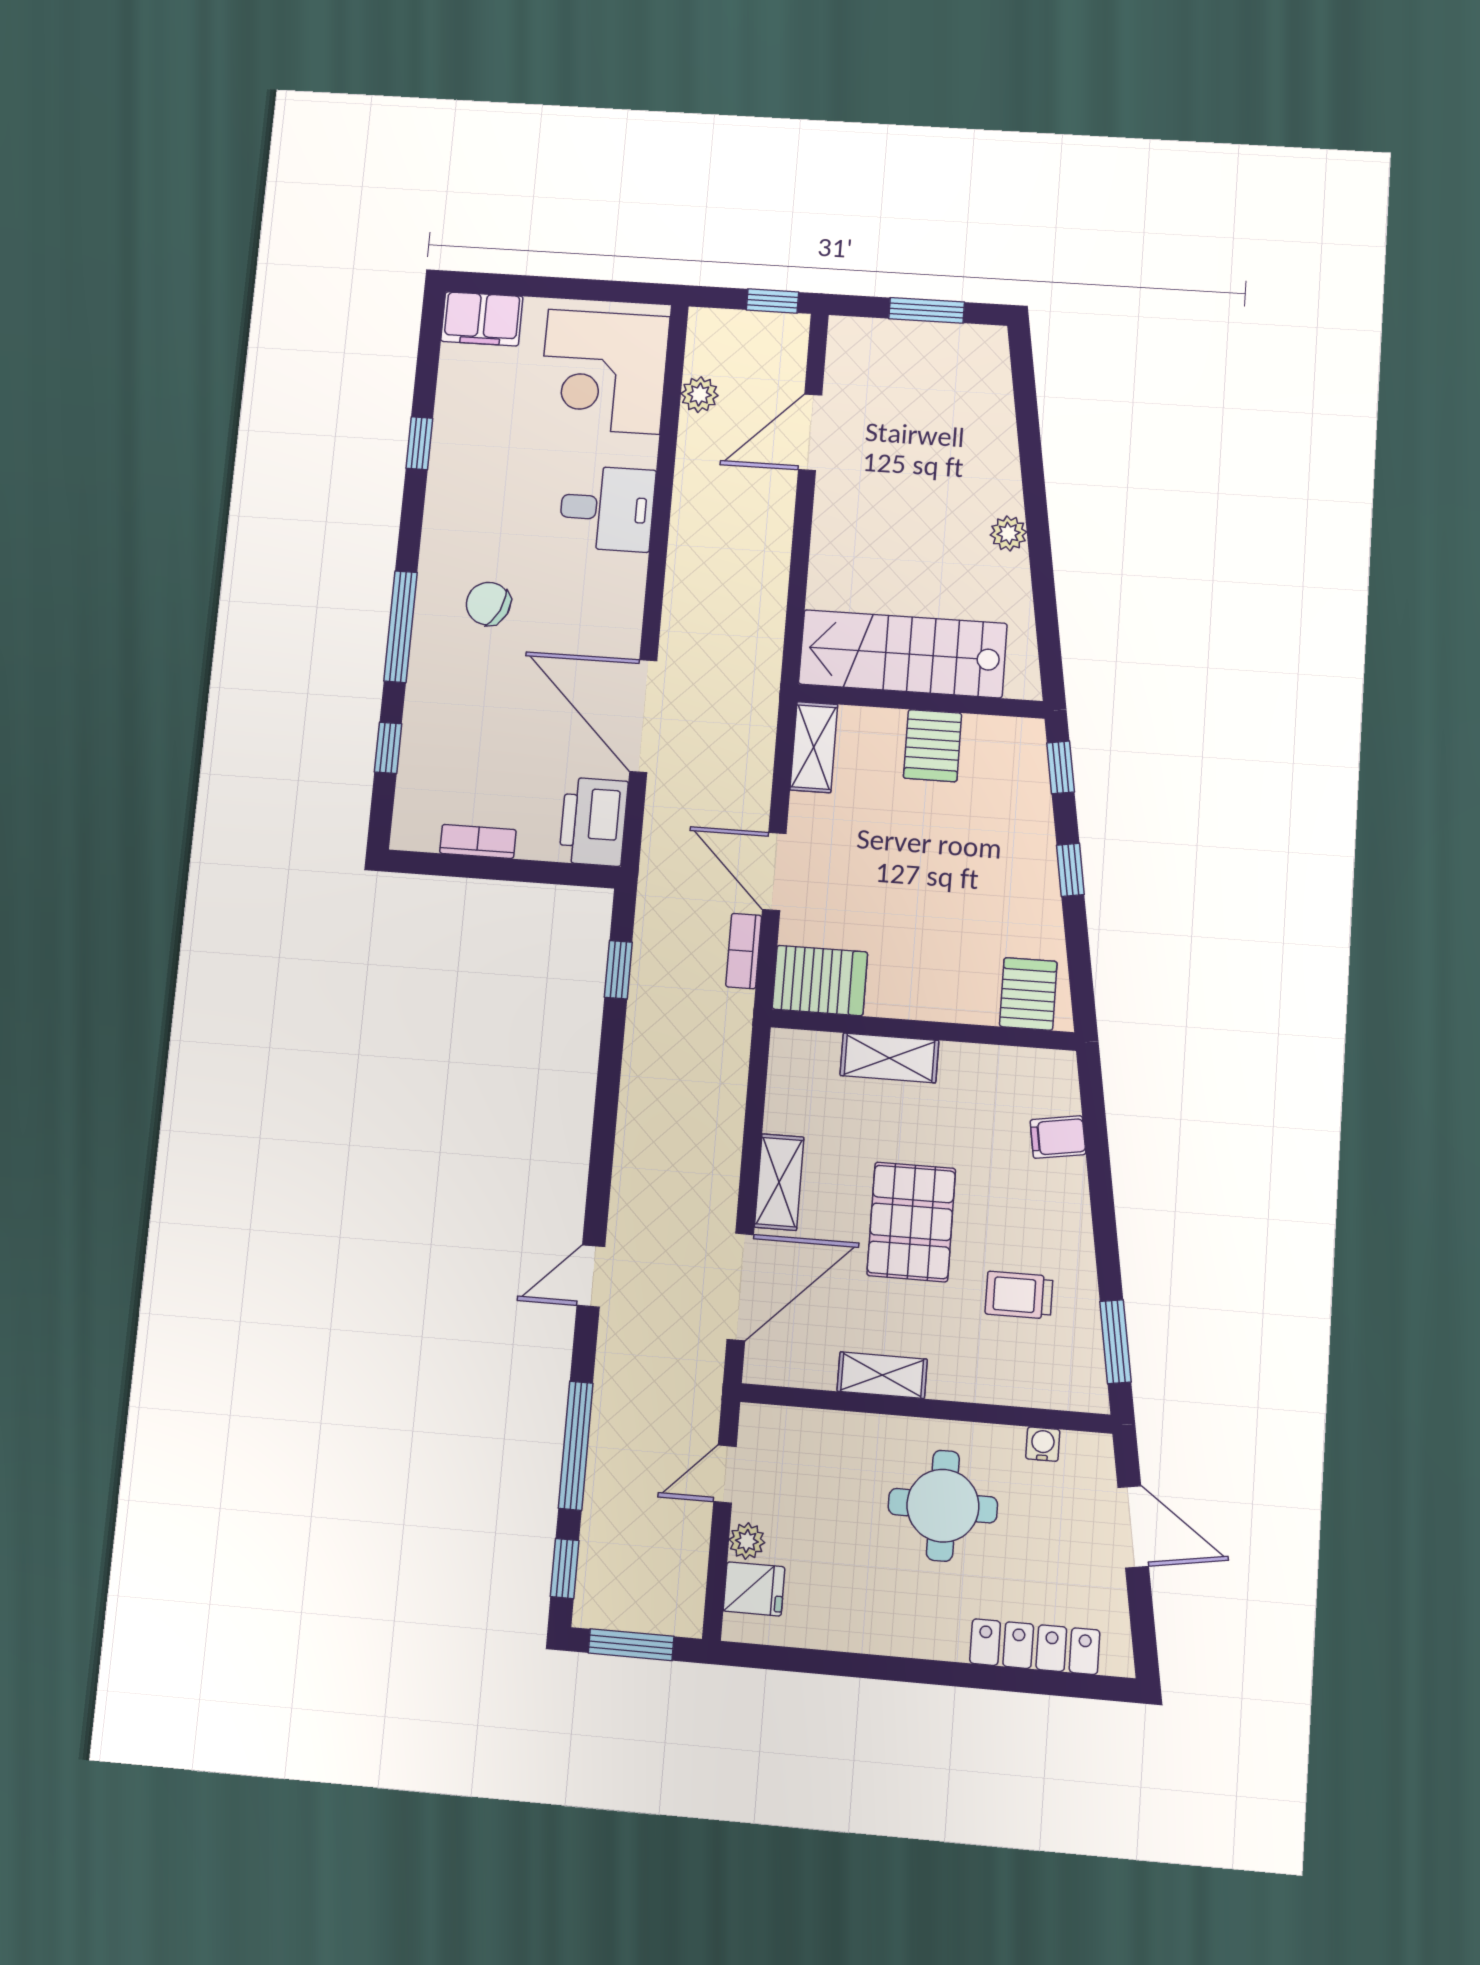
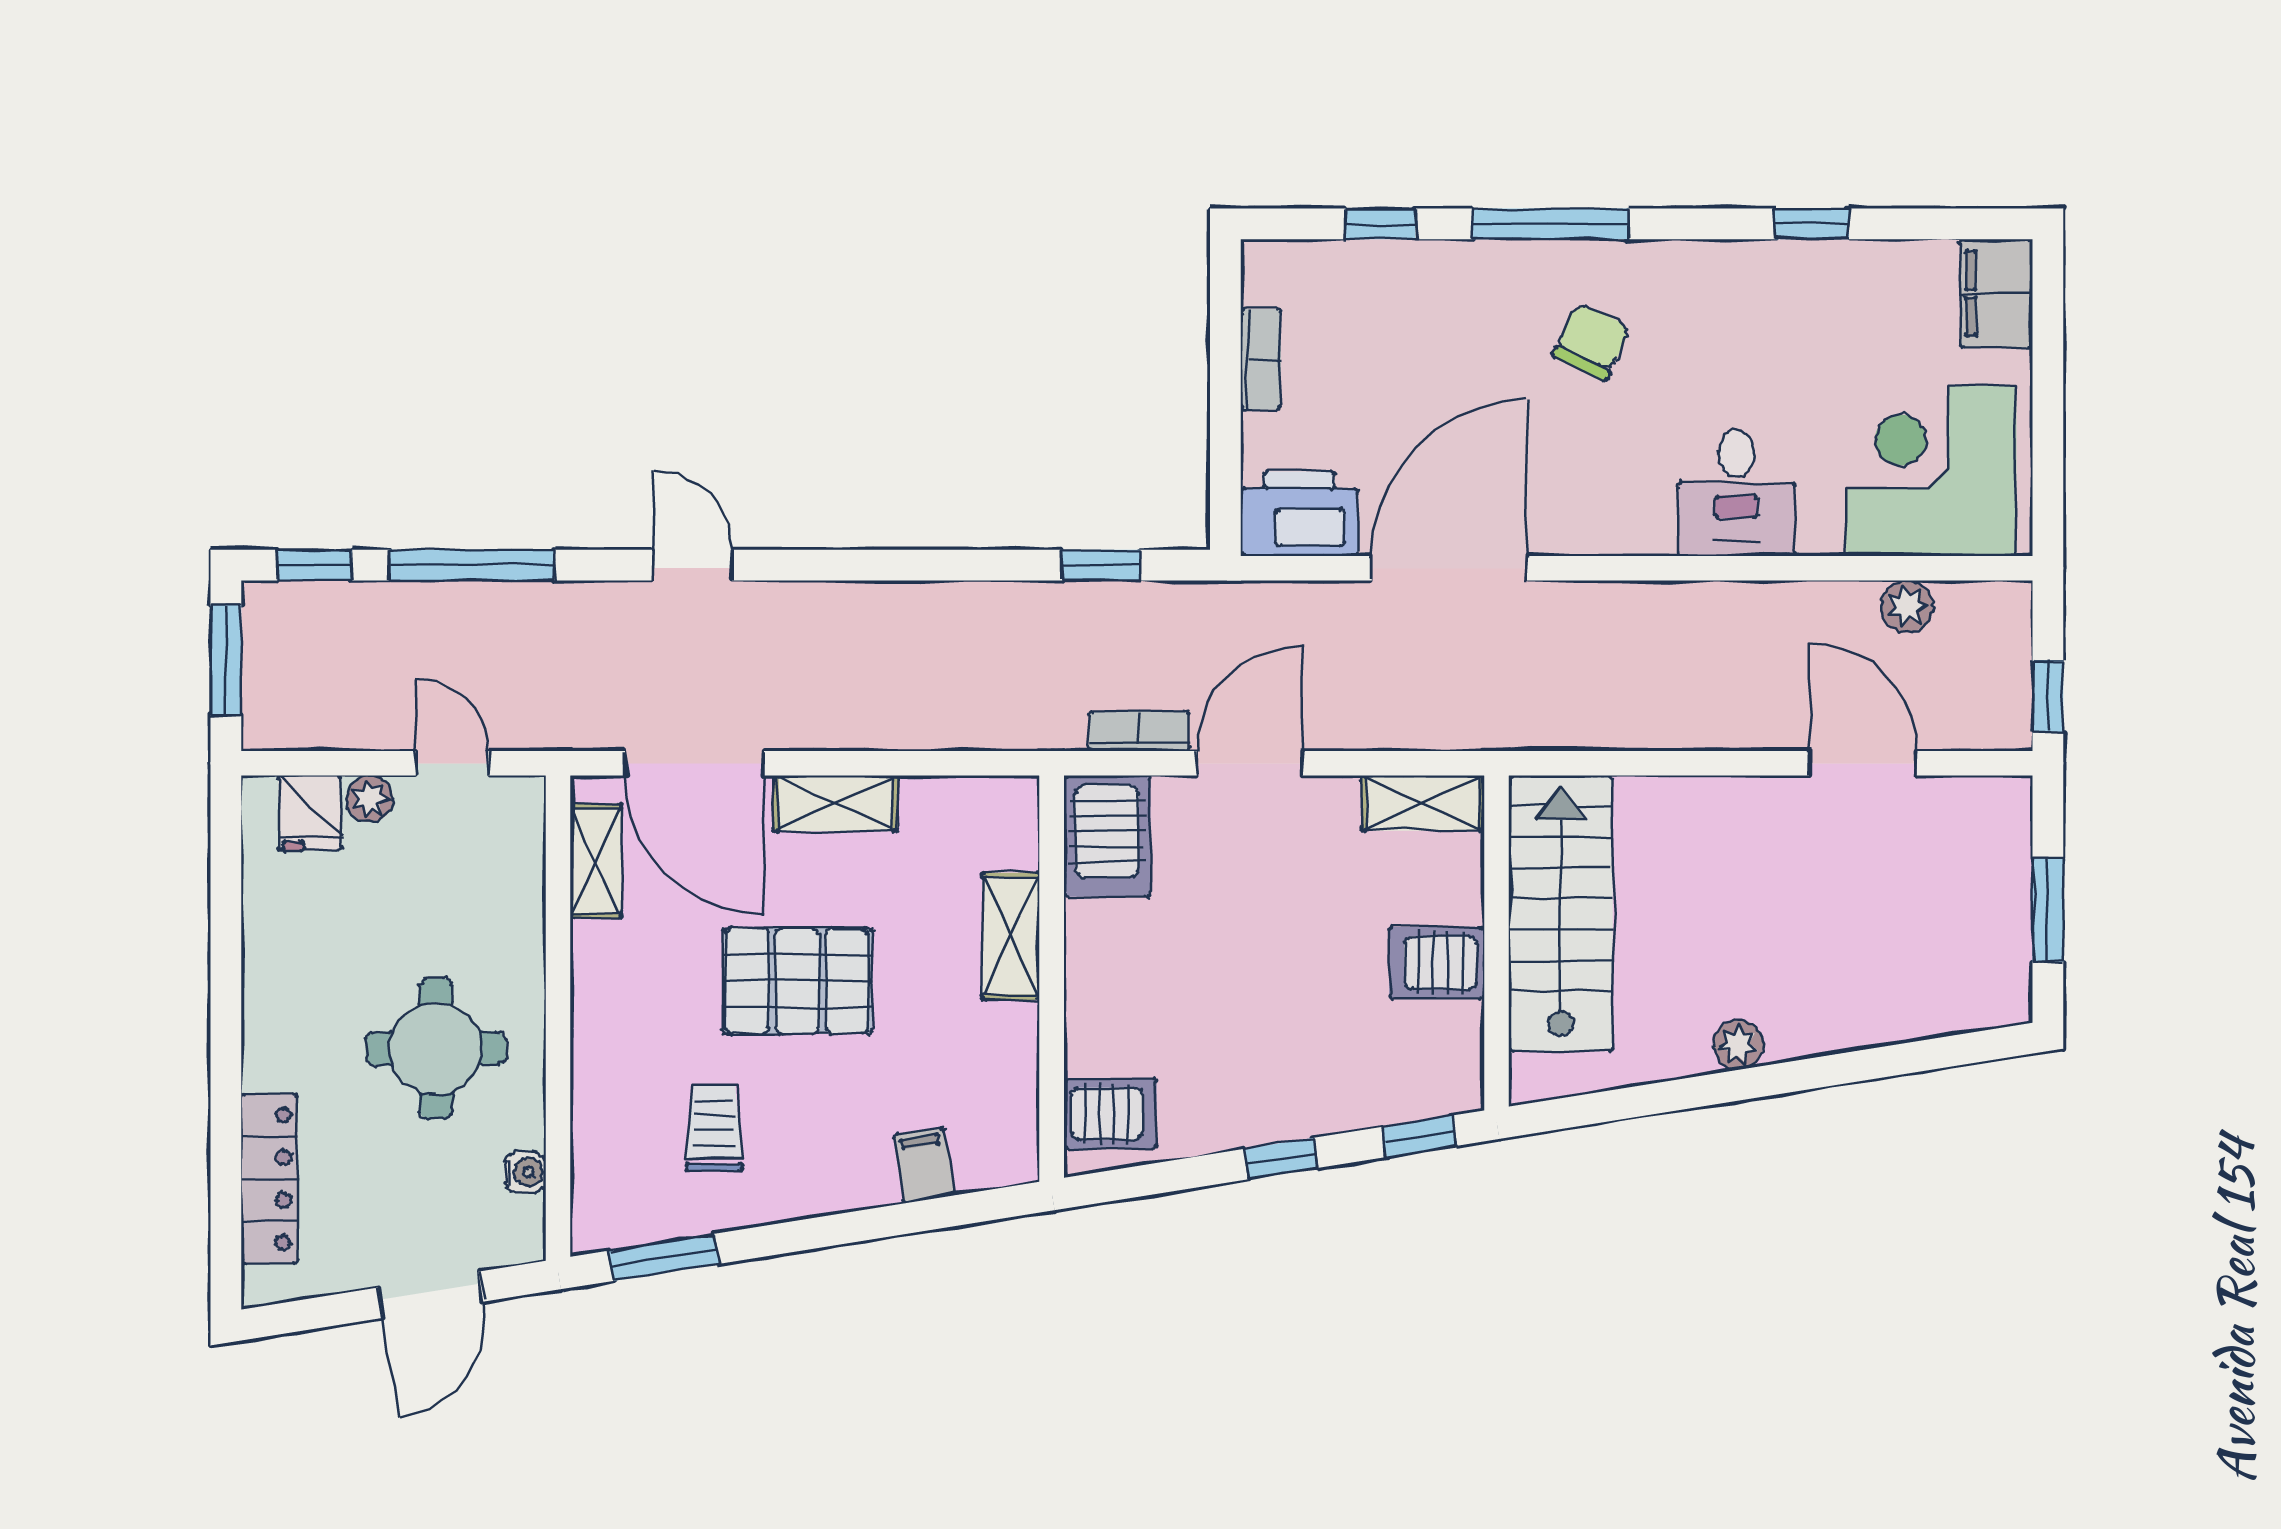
shelving: (882, 1375) -> (596, 861), moved

